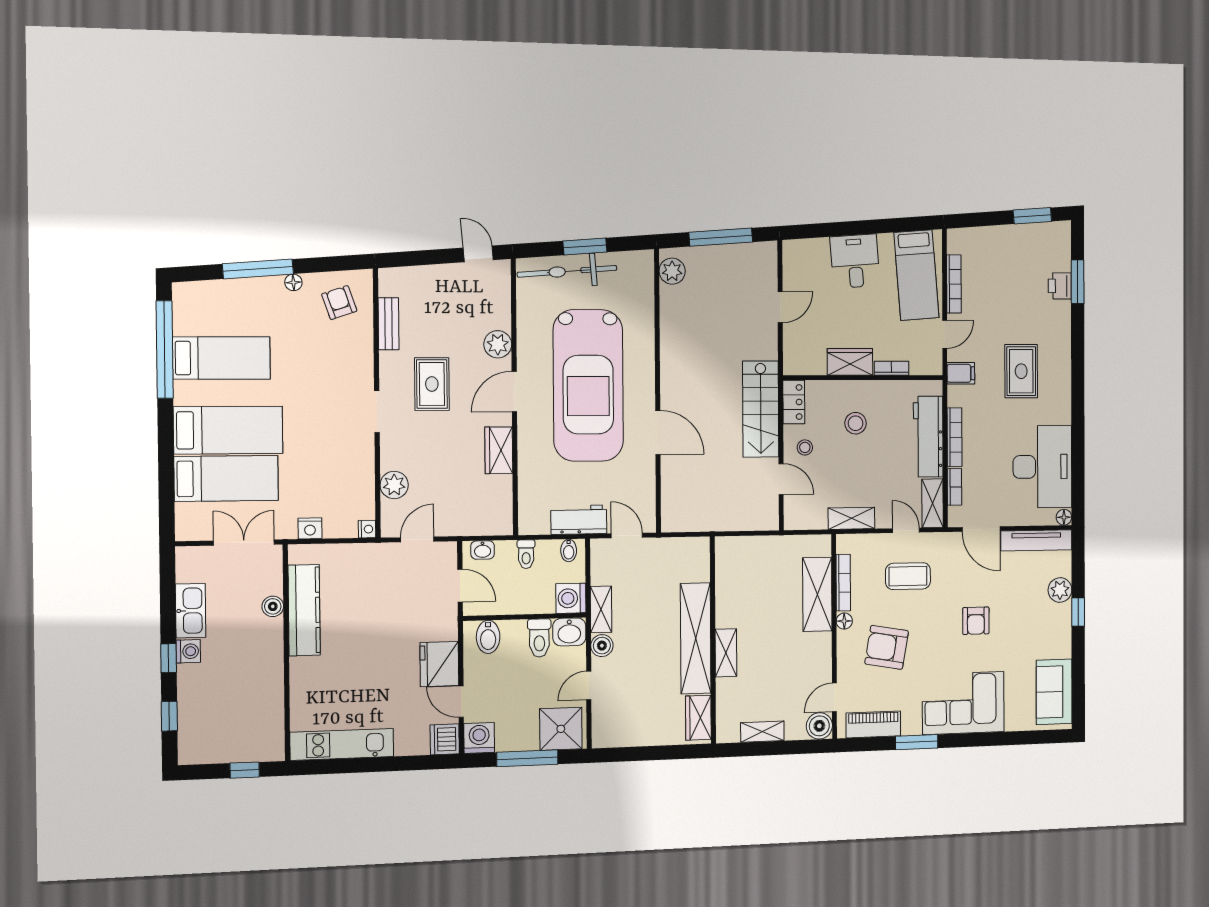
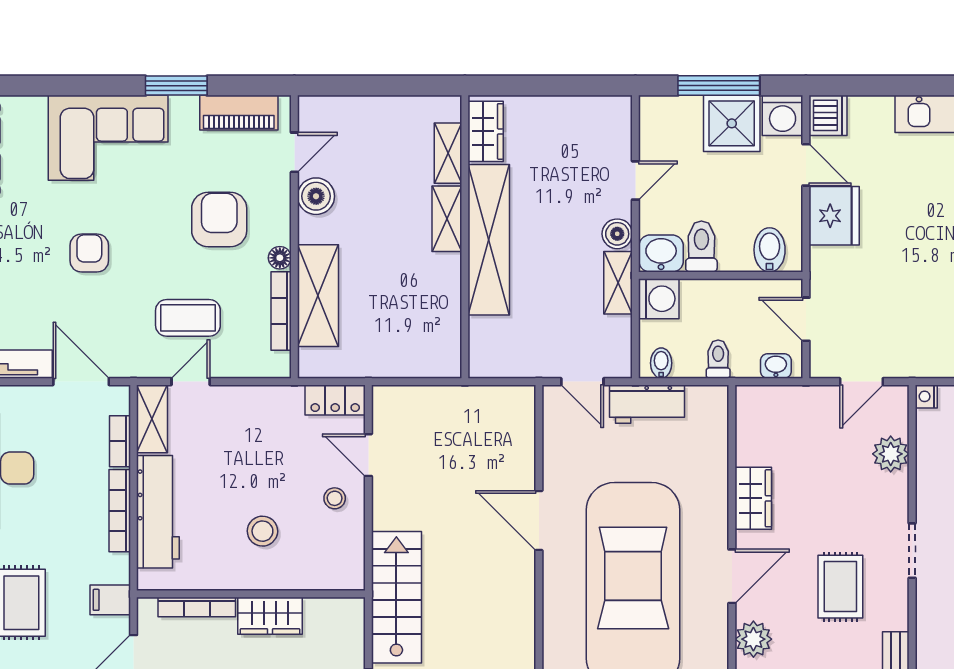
bookcase: (892, 368) -> (197, 607), width x1.56
locker: (794, 402) -> (335, 400), moved, turned -90
stairs: (761, 409) -> (396, 597), moved
shelving: (851, 518) -> (269, 400), removed
door: (906, 530) -> (191, 382), swing flipped
armchair: (887, 647) -> (219, 220), turned -100
boiler: (819, 726) -> (316, 196), moved
shower: (561, 729) -> (732, 123), moved
shelving: (762, 732) -> (448, 153), moved, turned 90

